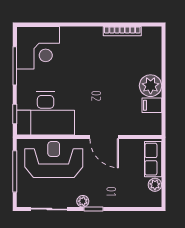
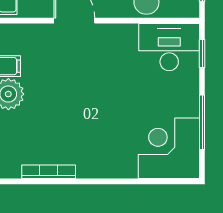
desk: (46, 114) -> (169, 47), width x0.73, depth x0.77

